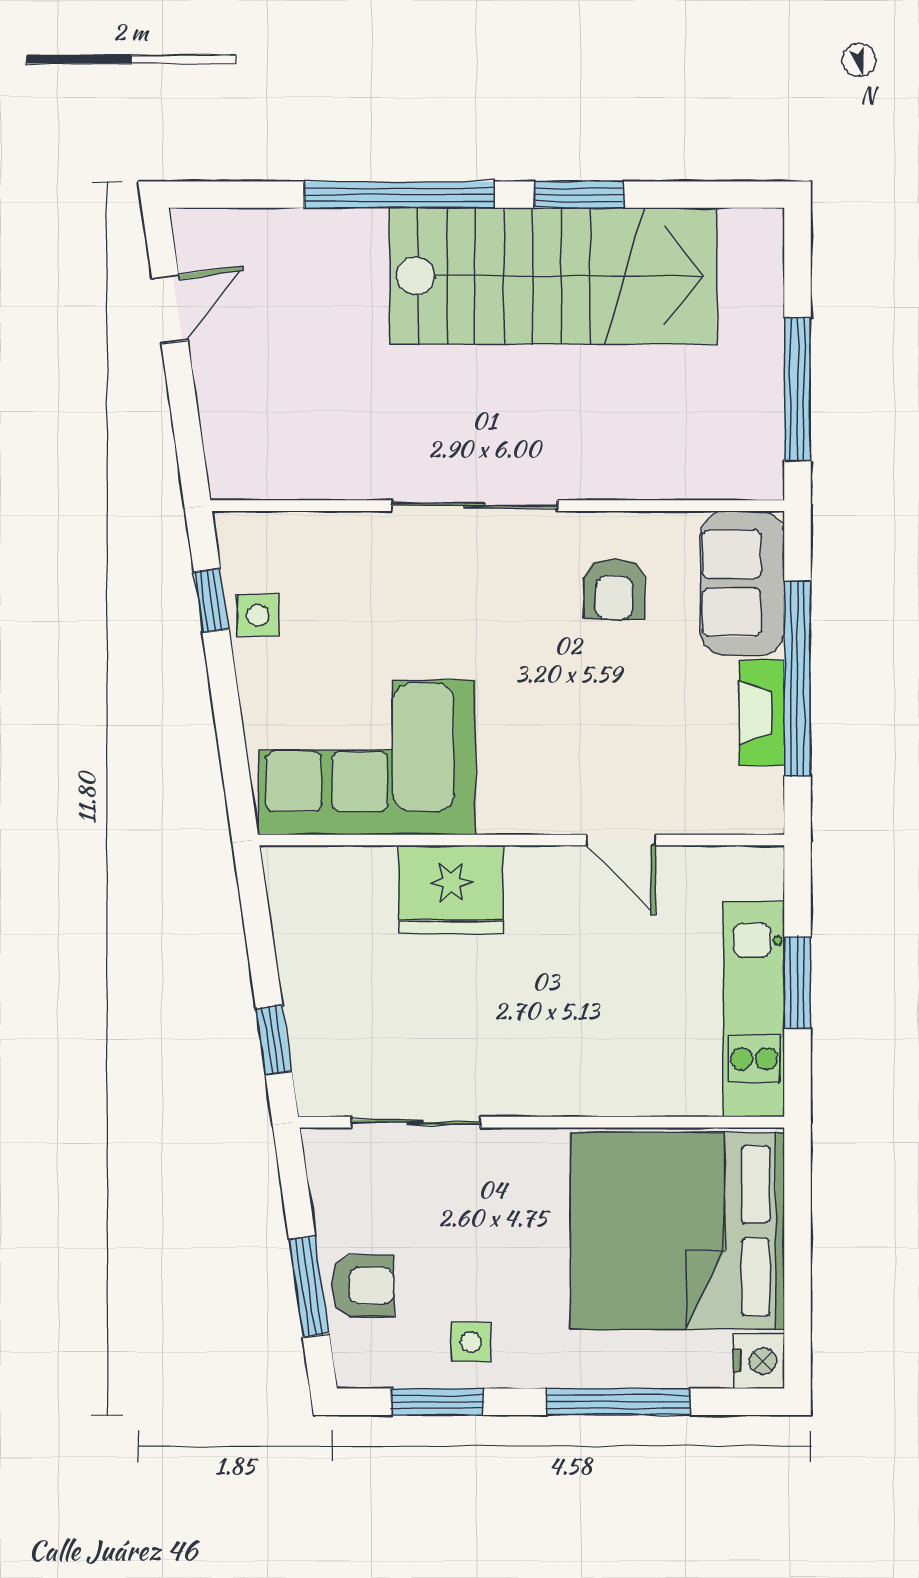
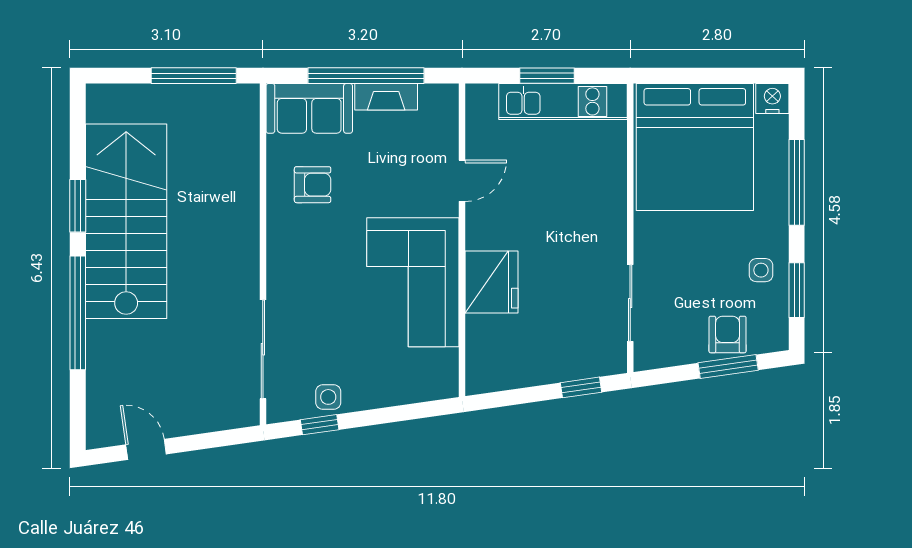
sliding door: (474, 506) -> (263, 349), moved
corner sofa: (367, 757) -> (413, 282), moved

